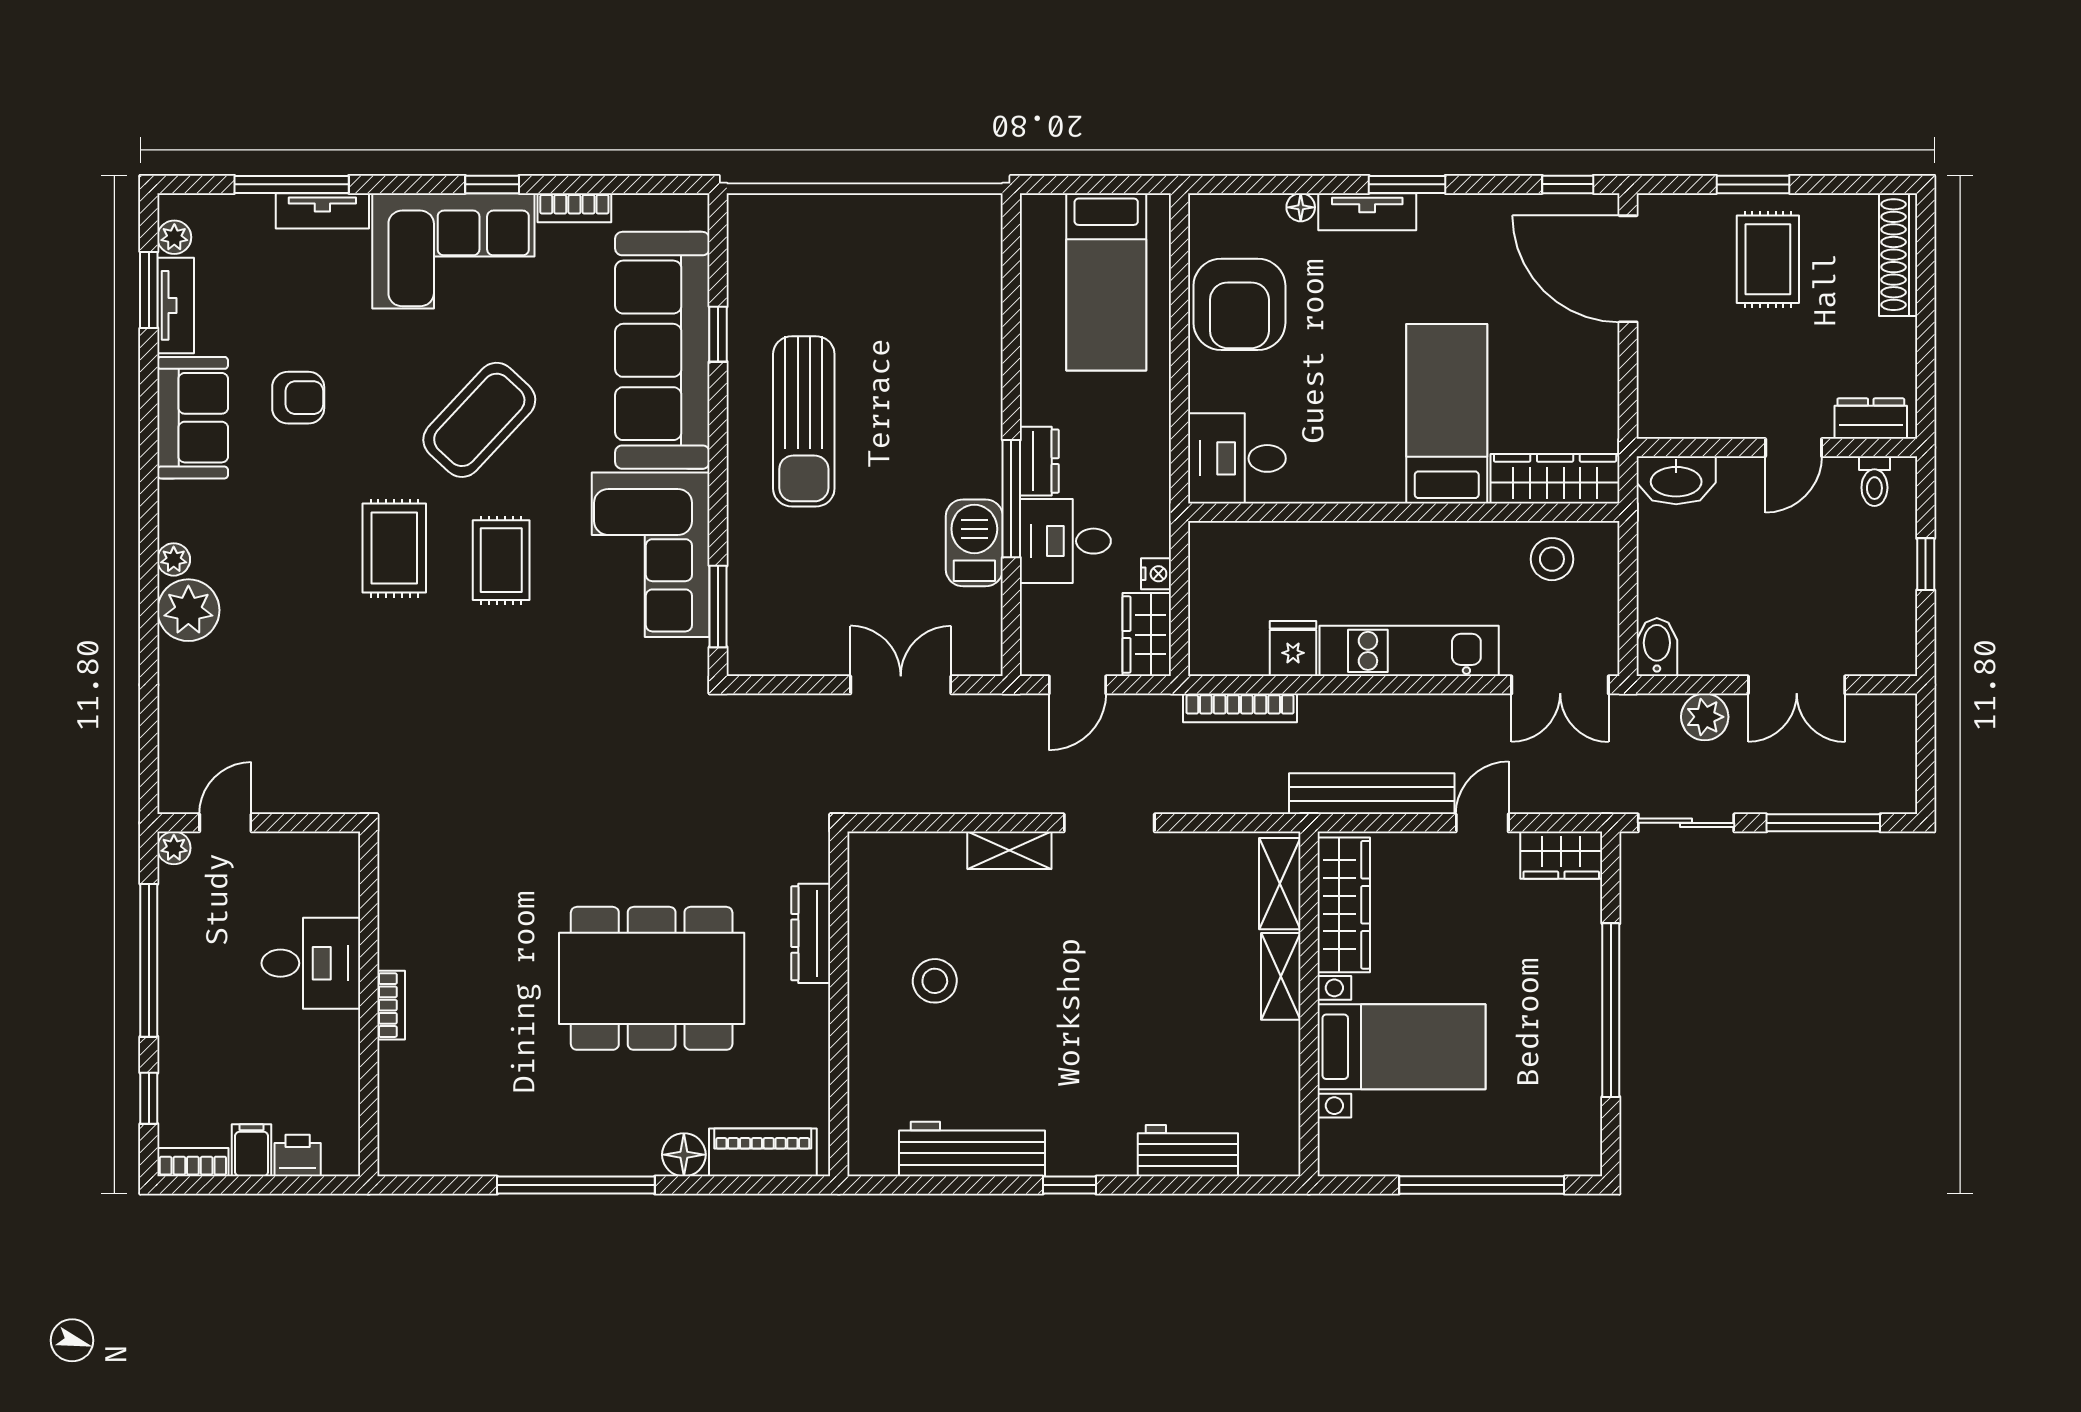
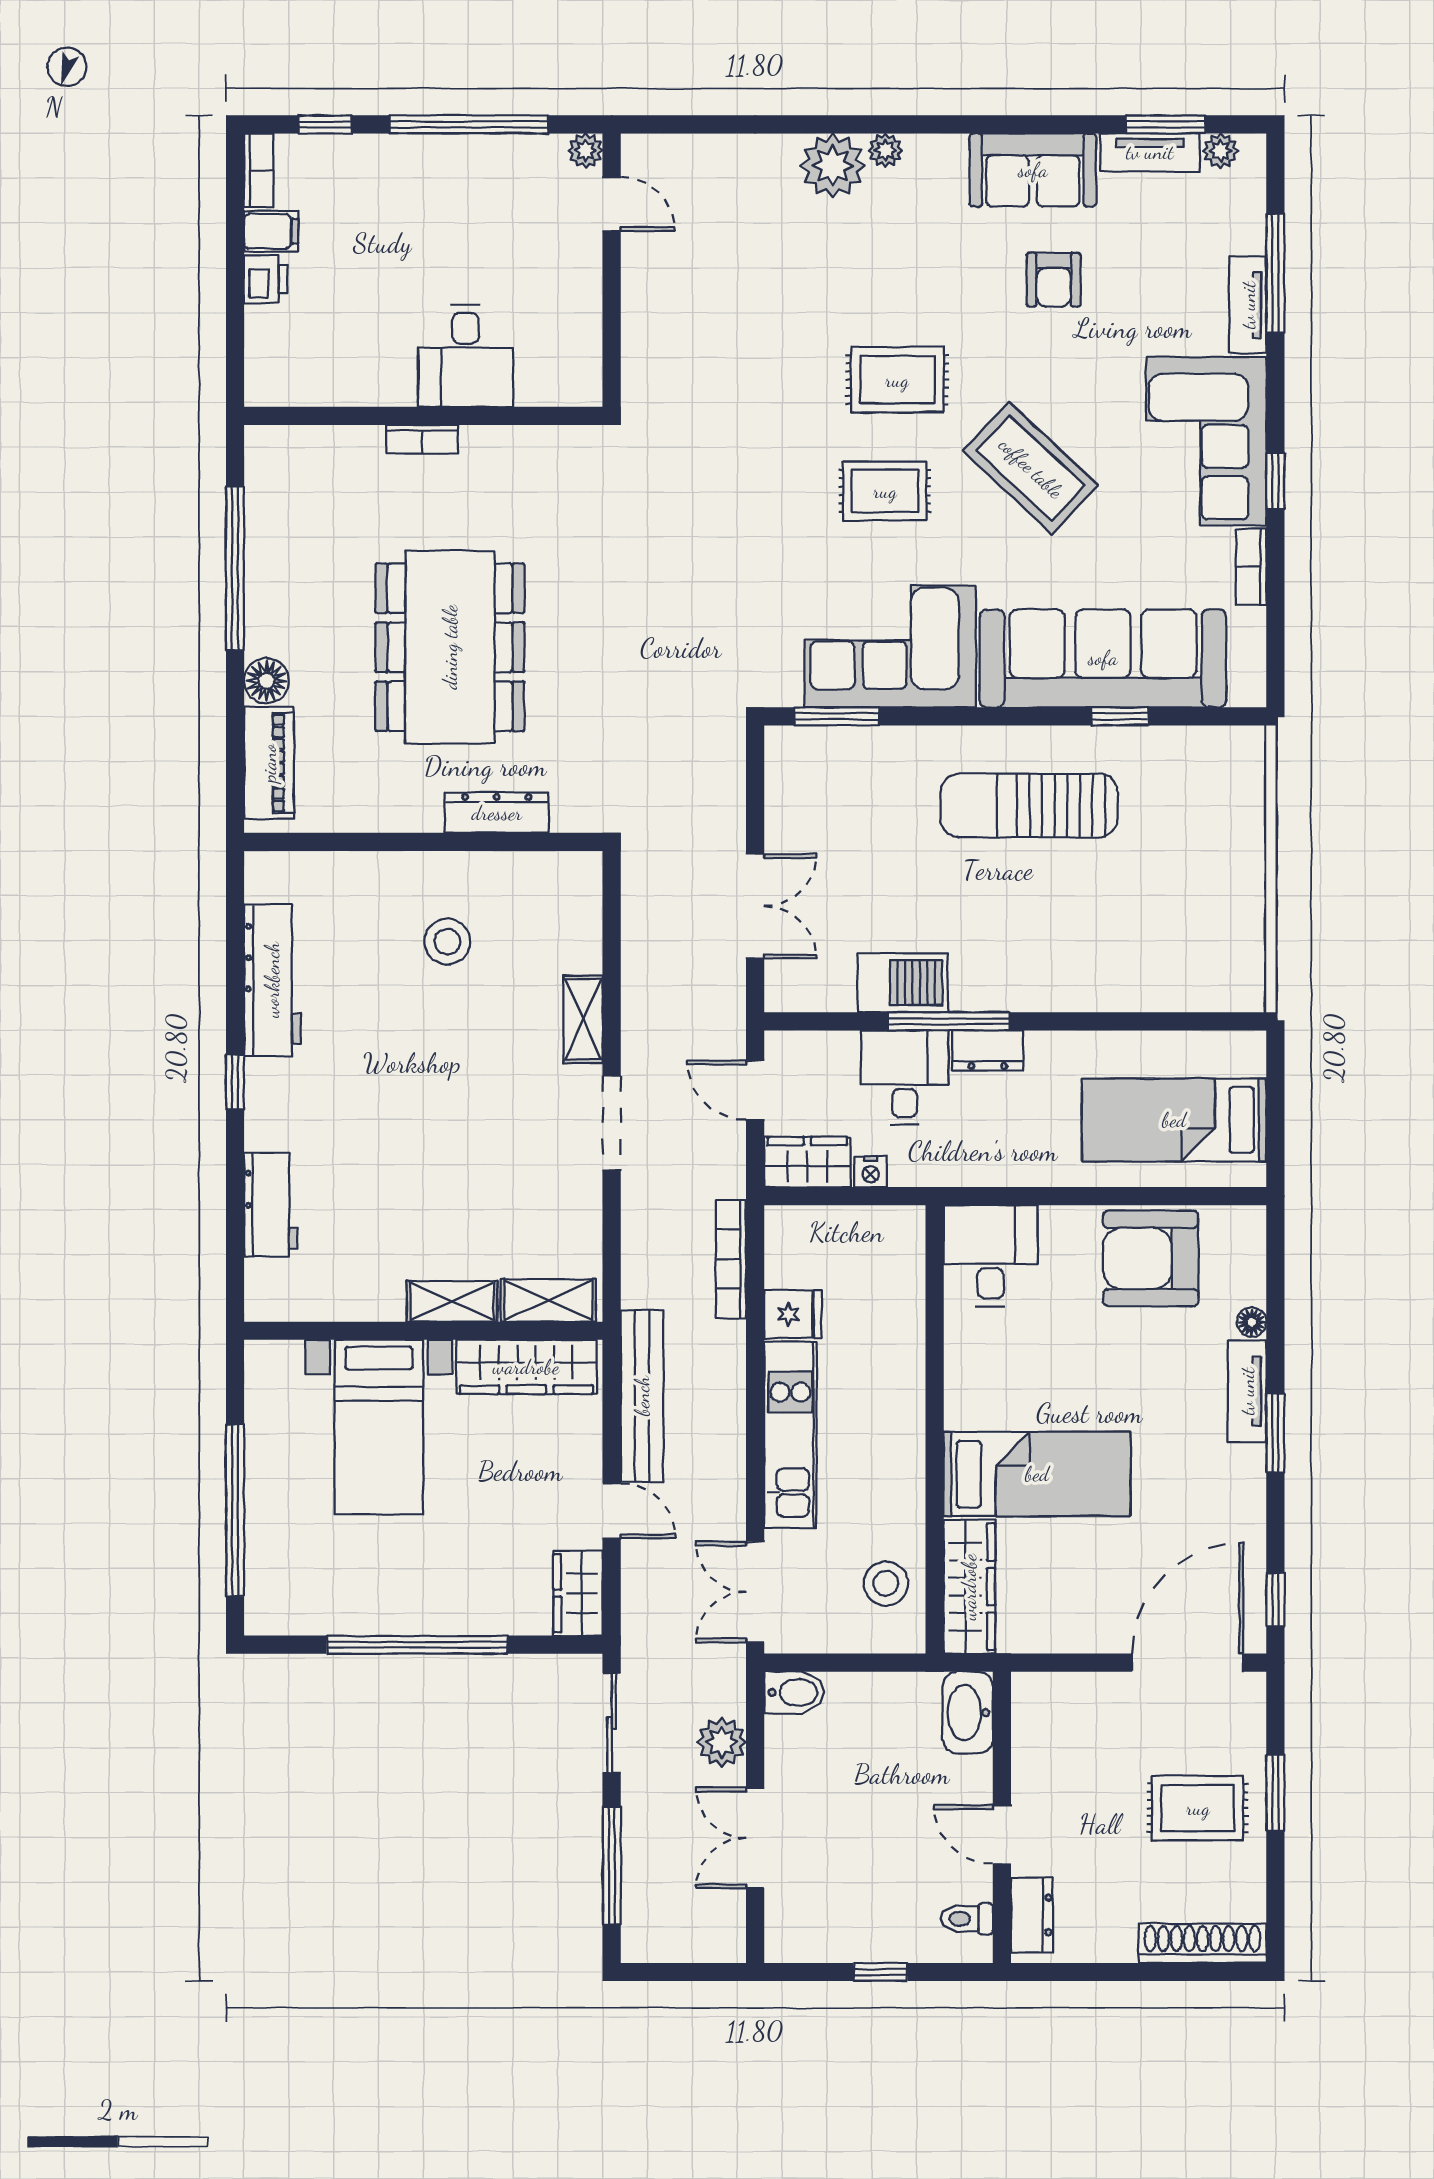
desk: (311, 963) -> (466, 356), moved
wall: (369, 1004) -> (423, 416), moved
bookcase: (391, 1005) -> (422, 439), moved

